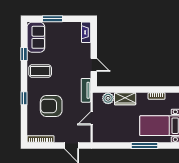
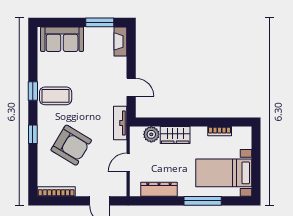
window: (53, 19) -> (100, 22), moved
sofa: (36, 37) -> (62, 39), moved, turned 90
window: (24, 54) -> (33, 91), moved
armchair: (51, 106) -> (71, 145), turned -149
dresser: (114, 137) -> (159, 189), added

